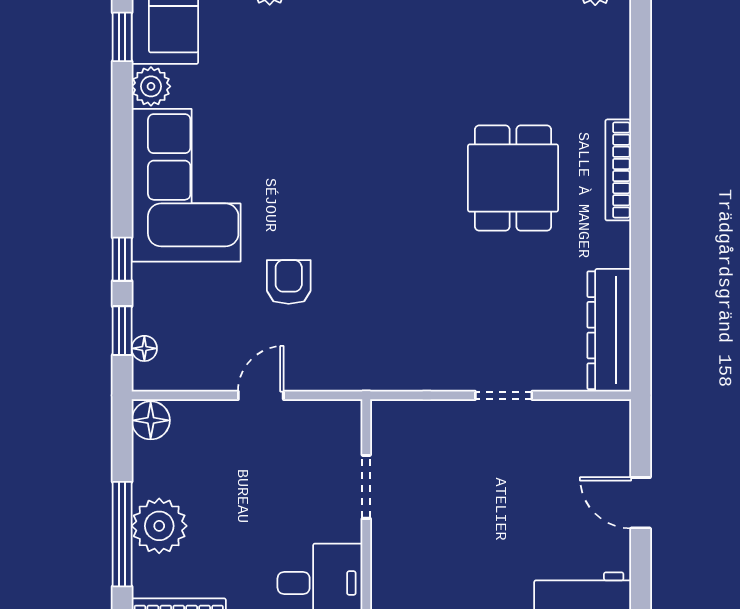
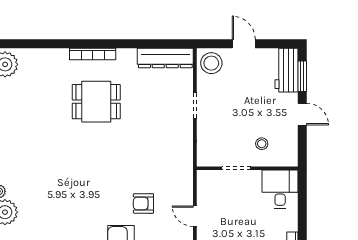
stool: (598, 432) -> (211, 63), added
door: (641, 503) -> (244, 44), swing flipped
stool: (420, 543) -> (262, 144), added

